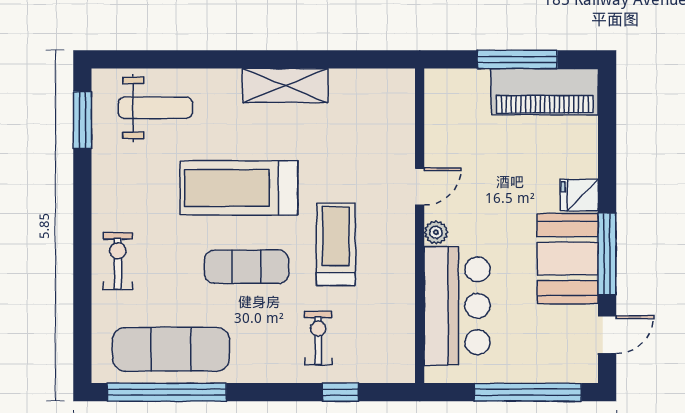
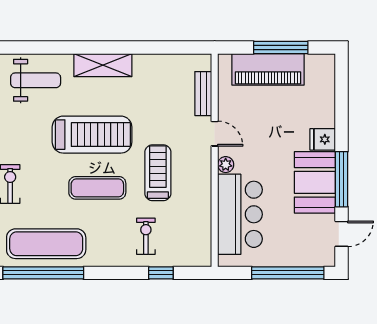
shelving: (285, 85) -> (103, 65), moved
piano: (545, 92) -> (268, 69), moved
bench: (403, 127) -> (203, 94), added
door: (420, 187) -> (215, 134), hinge flipped
treadmill: (239, 188) -> (92, 135), turned 180

